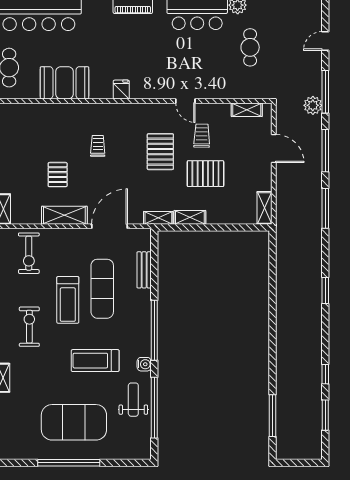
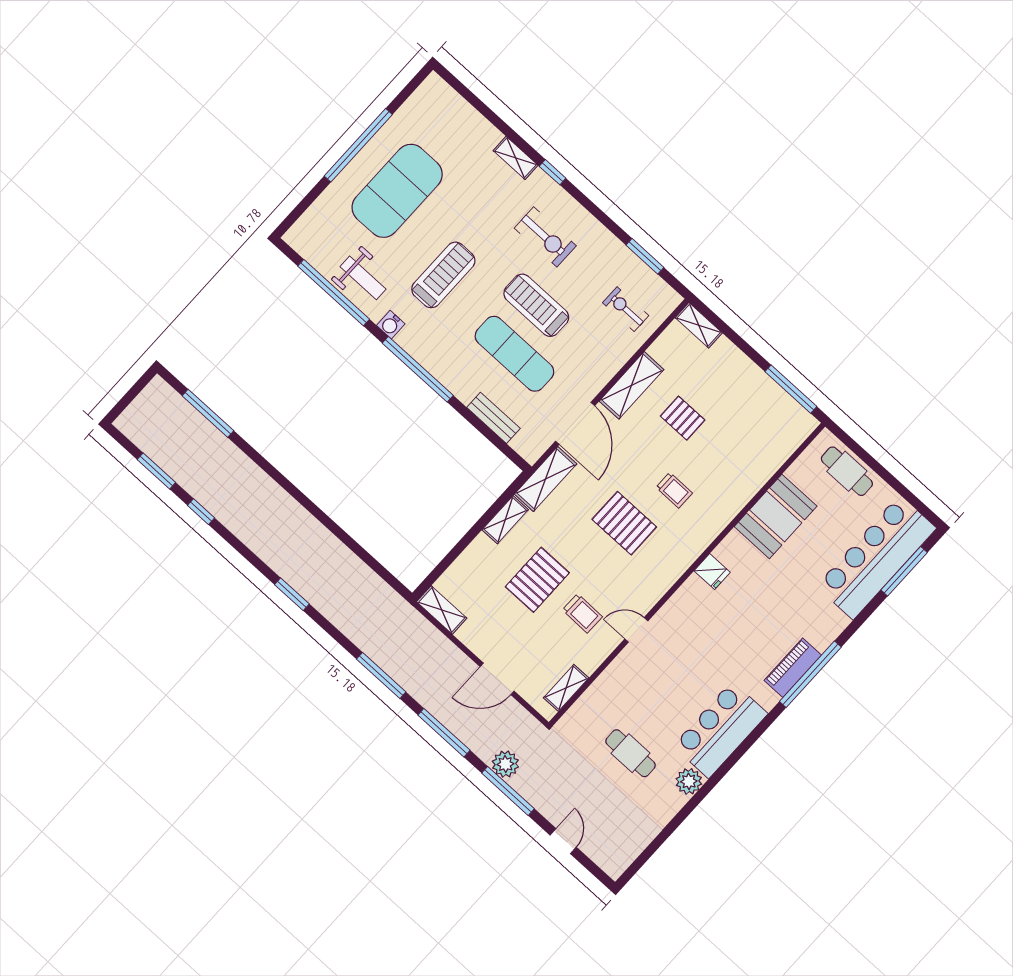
pallet: (160, 152) -> (624, 523), moved
shelving: (158, 218) -> (546, 479), width x1.50, depth x1.33
exercise bike: (29, 253) -> (626, 309), width x0.73, depth x0.72

